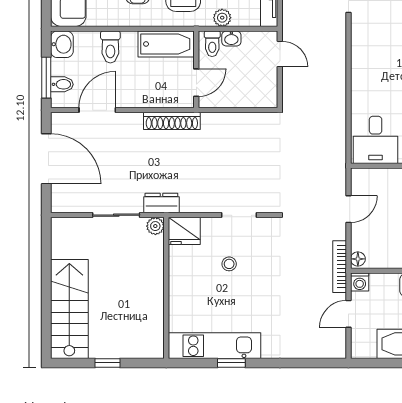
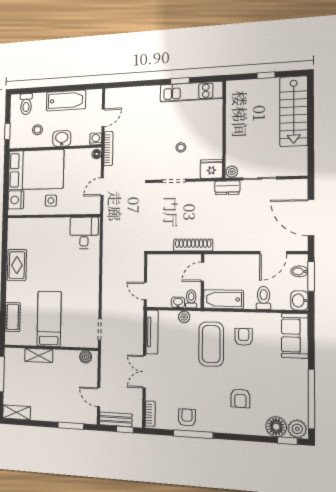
shoe rack: (172, 121) -> (193, 245), moved

